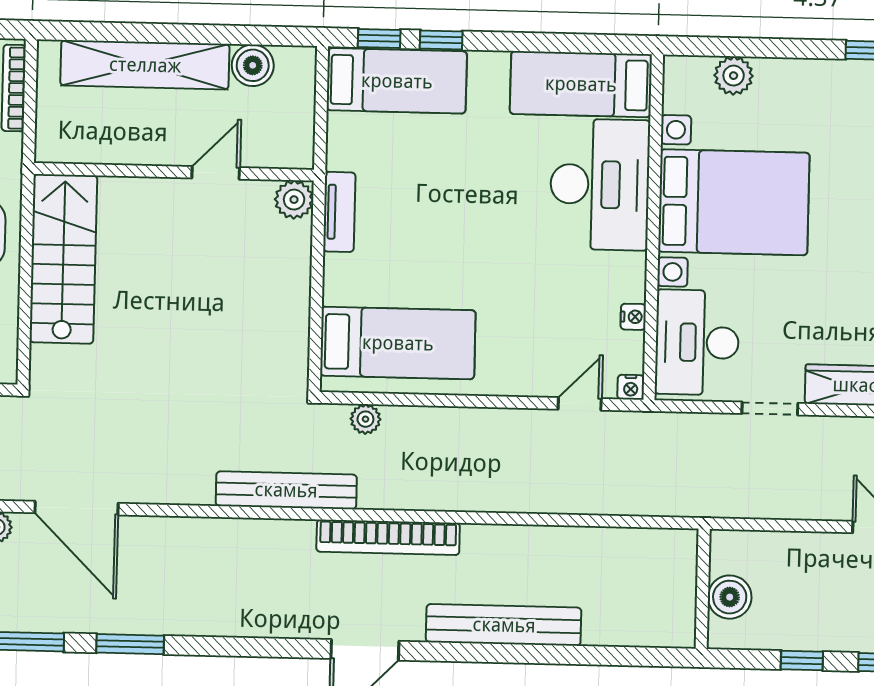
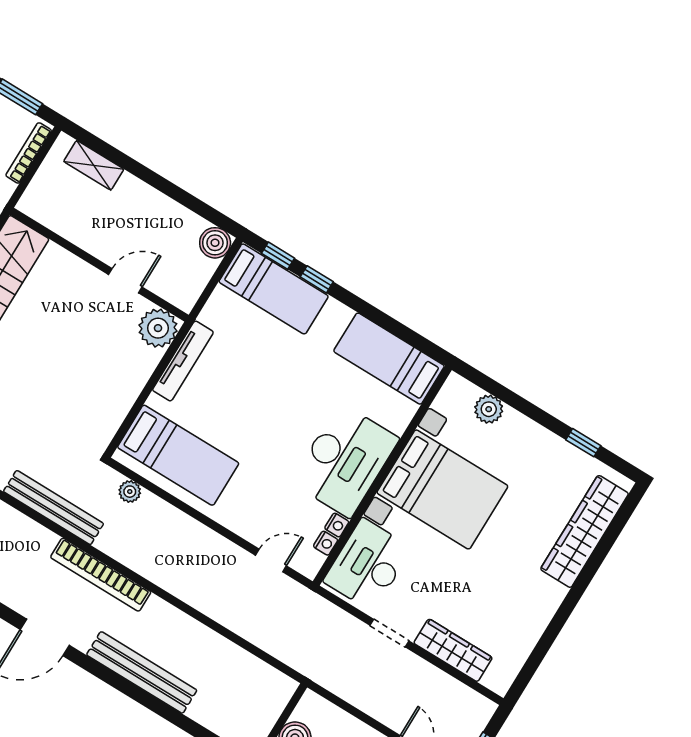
shelving: (145, 65) -> (94, 165), width x0.45, depth x0.75
boiler: (253, 65) -> (215, 243), moved
desk: (600, 184) -> (345, 460), moved
plant: (294, 200) -> (158, 328), width x1.36, depth x1.36
tv unit: (339, 212) -> (183, 361), width x1.41
nightstand: (631, 387) -> (326, 543), moved, turned -90

